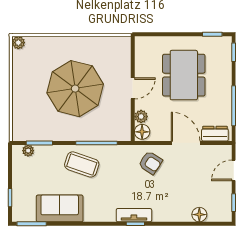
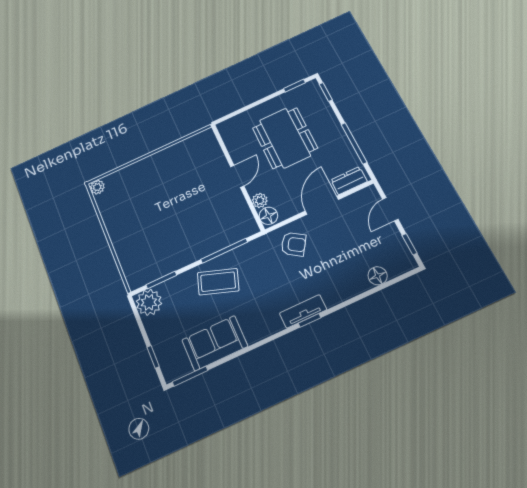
parasol: (75, 89) -> (176, 205), removed
door: (186, 143) -> (322, 205), hinge flipped
plant: (28, 151) -> (149, 302), width x1.88, depth x1.88

